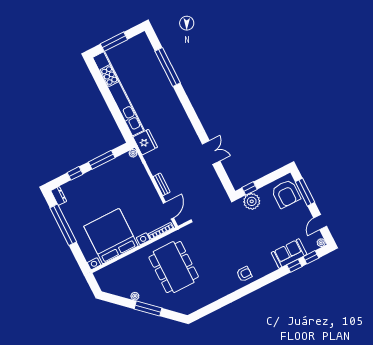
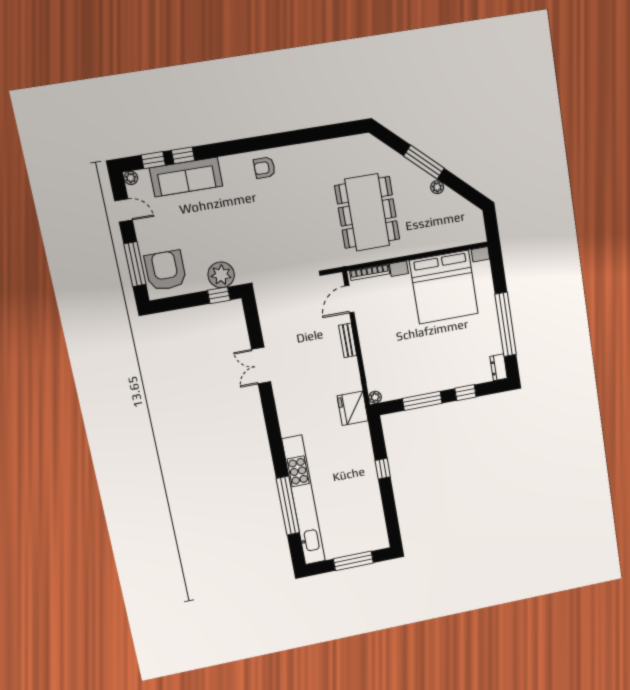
kitchen unit: (118, 94) -> (304, 500), moved, turned 180
window: (114, 108) -> (383, 469), added
door: (320, 222) -> (124, 210), hinge flipped
sofa: (289, 254) -> (186, 177), width x1.36

